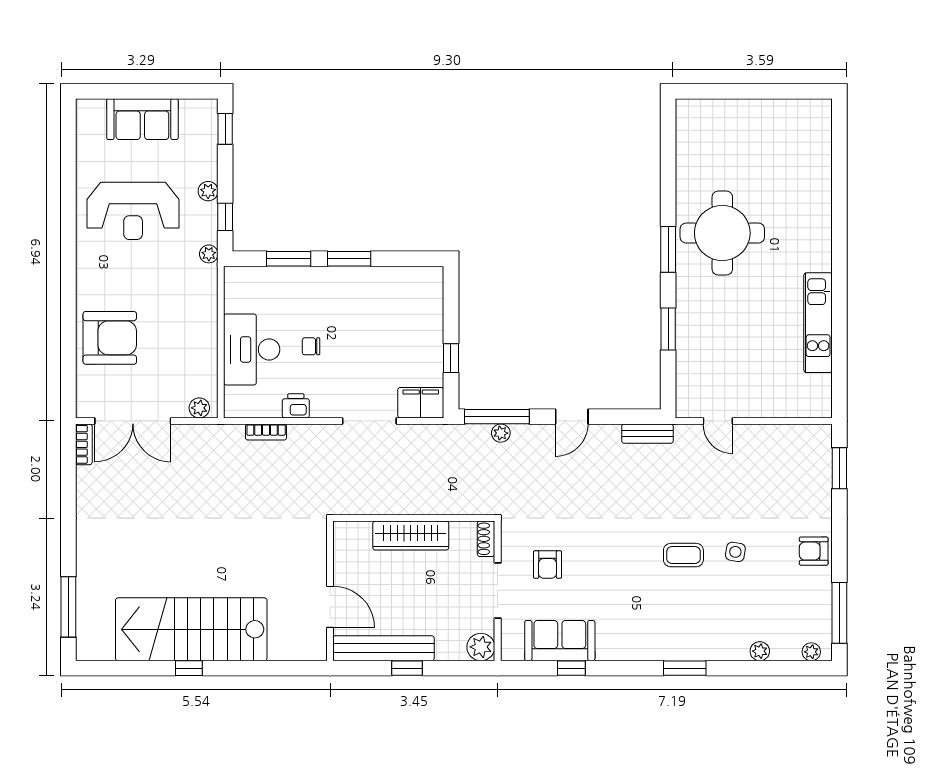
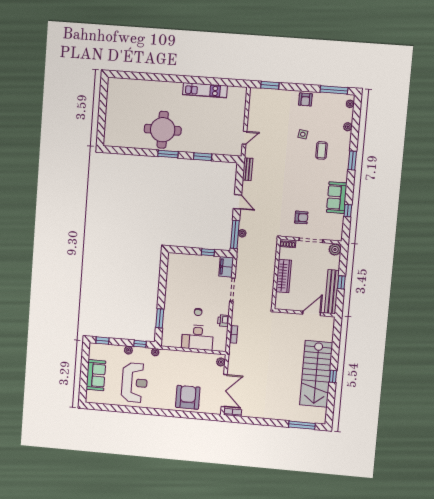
window: (349, 259) -> (162, 293), removed
coffee table: (683, 555) -> (322, 150), moved
sofa: (560, 641) -> (337, 198), moved

